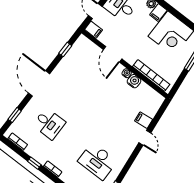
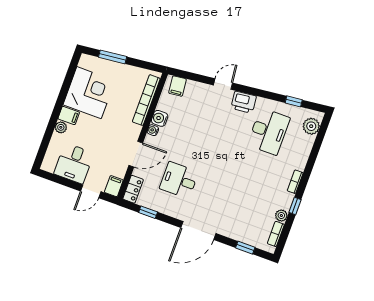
locker: (86, 44) -> (133, 189), added
filing cabinet: (144, 120) -> (177, 86), moved
desk: (49, 124) -> (179, 180), moved, turned -90
printer: (126, 149) -> (244, 102), added
plant: (30, 150) -> (281, 215), added

